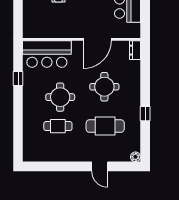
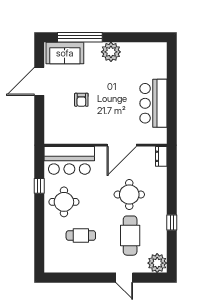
round table: (60, 97) -> (64, 202), moved
cafe table: (105, 126) -> (130, 236), turned 90
plant: (135, 157) -> (157, 263), width x1.88, depth x1.88

